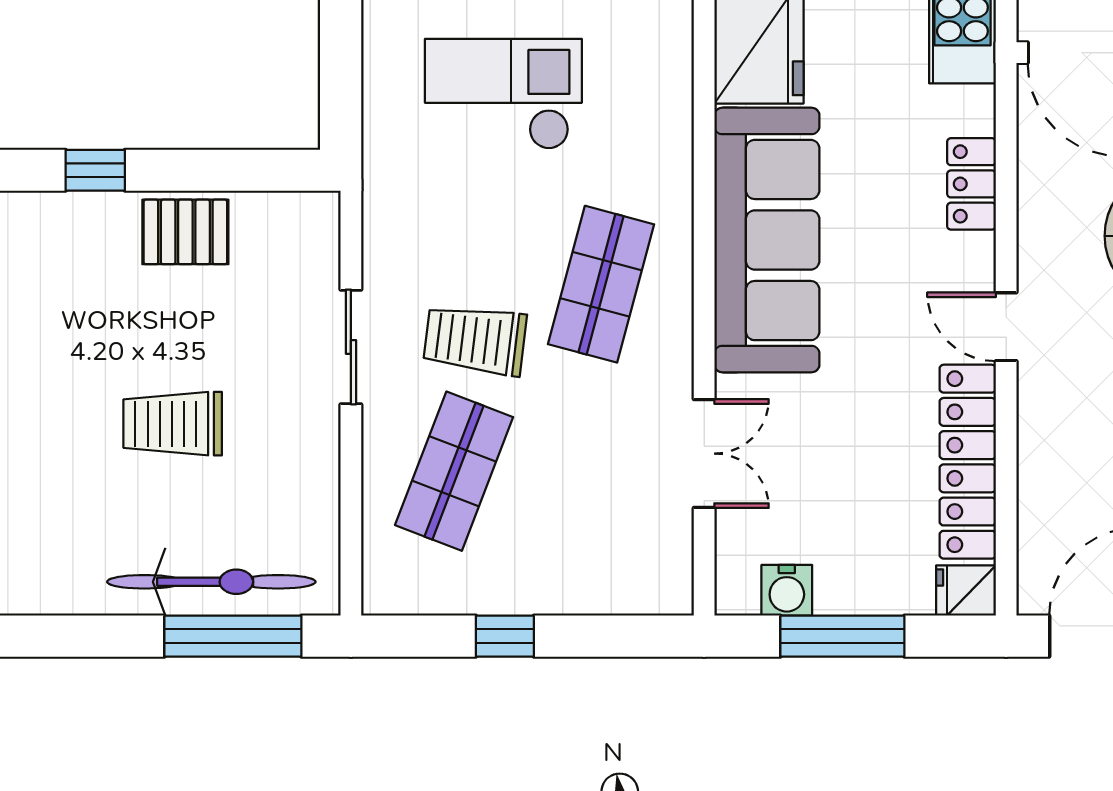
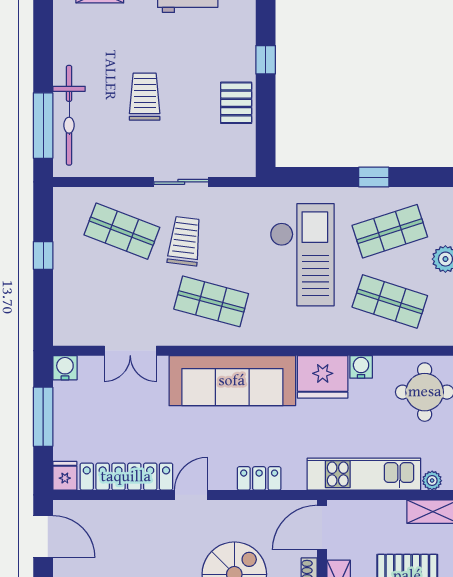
checkout: (503, 94) -> (302, 255), width x1.36, depth x1.21
water cooler: (787, 590) -> (65, 368), moved, turned 90

